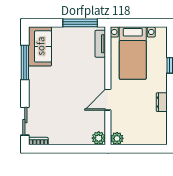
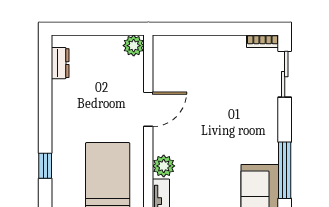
dresser: (162, 102) -> (60, 63), moved
plant: (99, 138) -> (164, 166), moved

